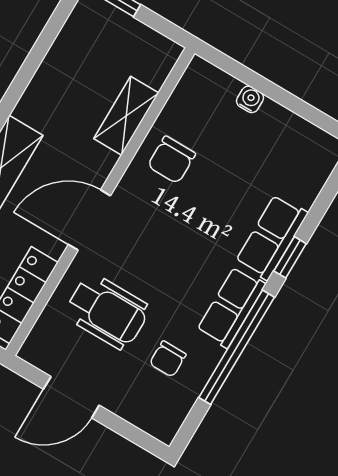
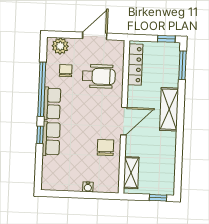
shelving: (126, 116) -> (131, 173), moved
door: (89, 220) -> (124, 121), moved
wheelchair: (107, 311) -> (99, 76), turned 180
plant: (152, 415) -> (60, 46), added

